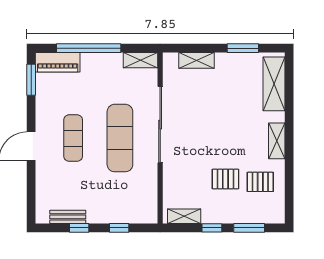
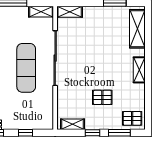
shelving: (196, 60) -> (70, 12), moved
pallet: (260, 182) -> (132, 118), moved

